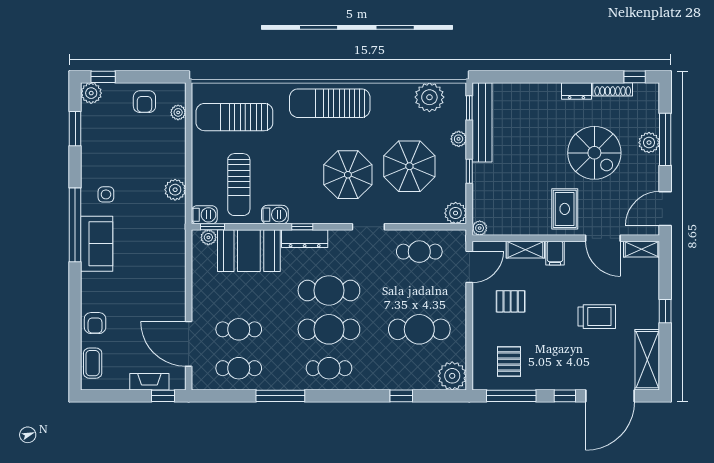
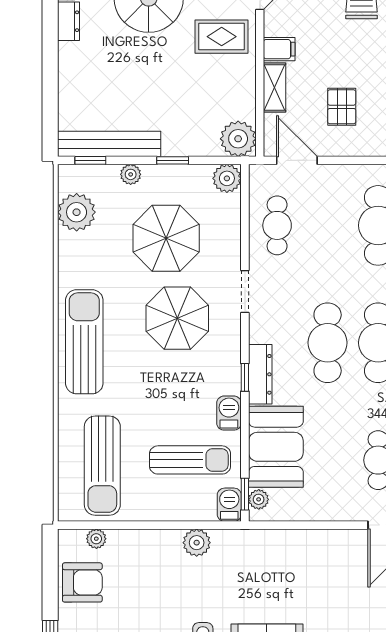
armchair: (144, 102) -> (82, 582), width x1.38, depth x1.38
sun lounger: (330, 103) -> (84, 342), turned 180
plant: (480, 228) -> (238, 139), width x1.88, depth x1.88

